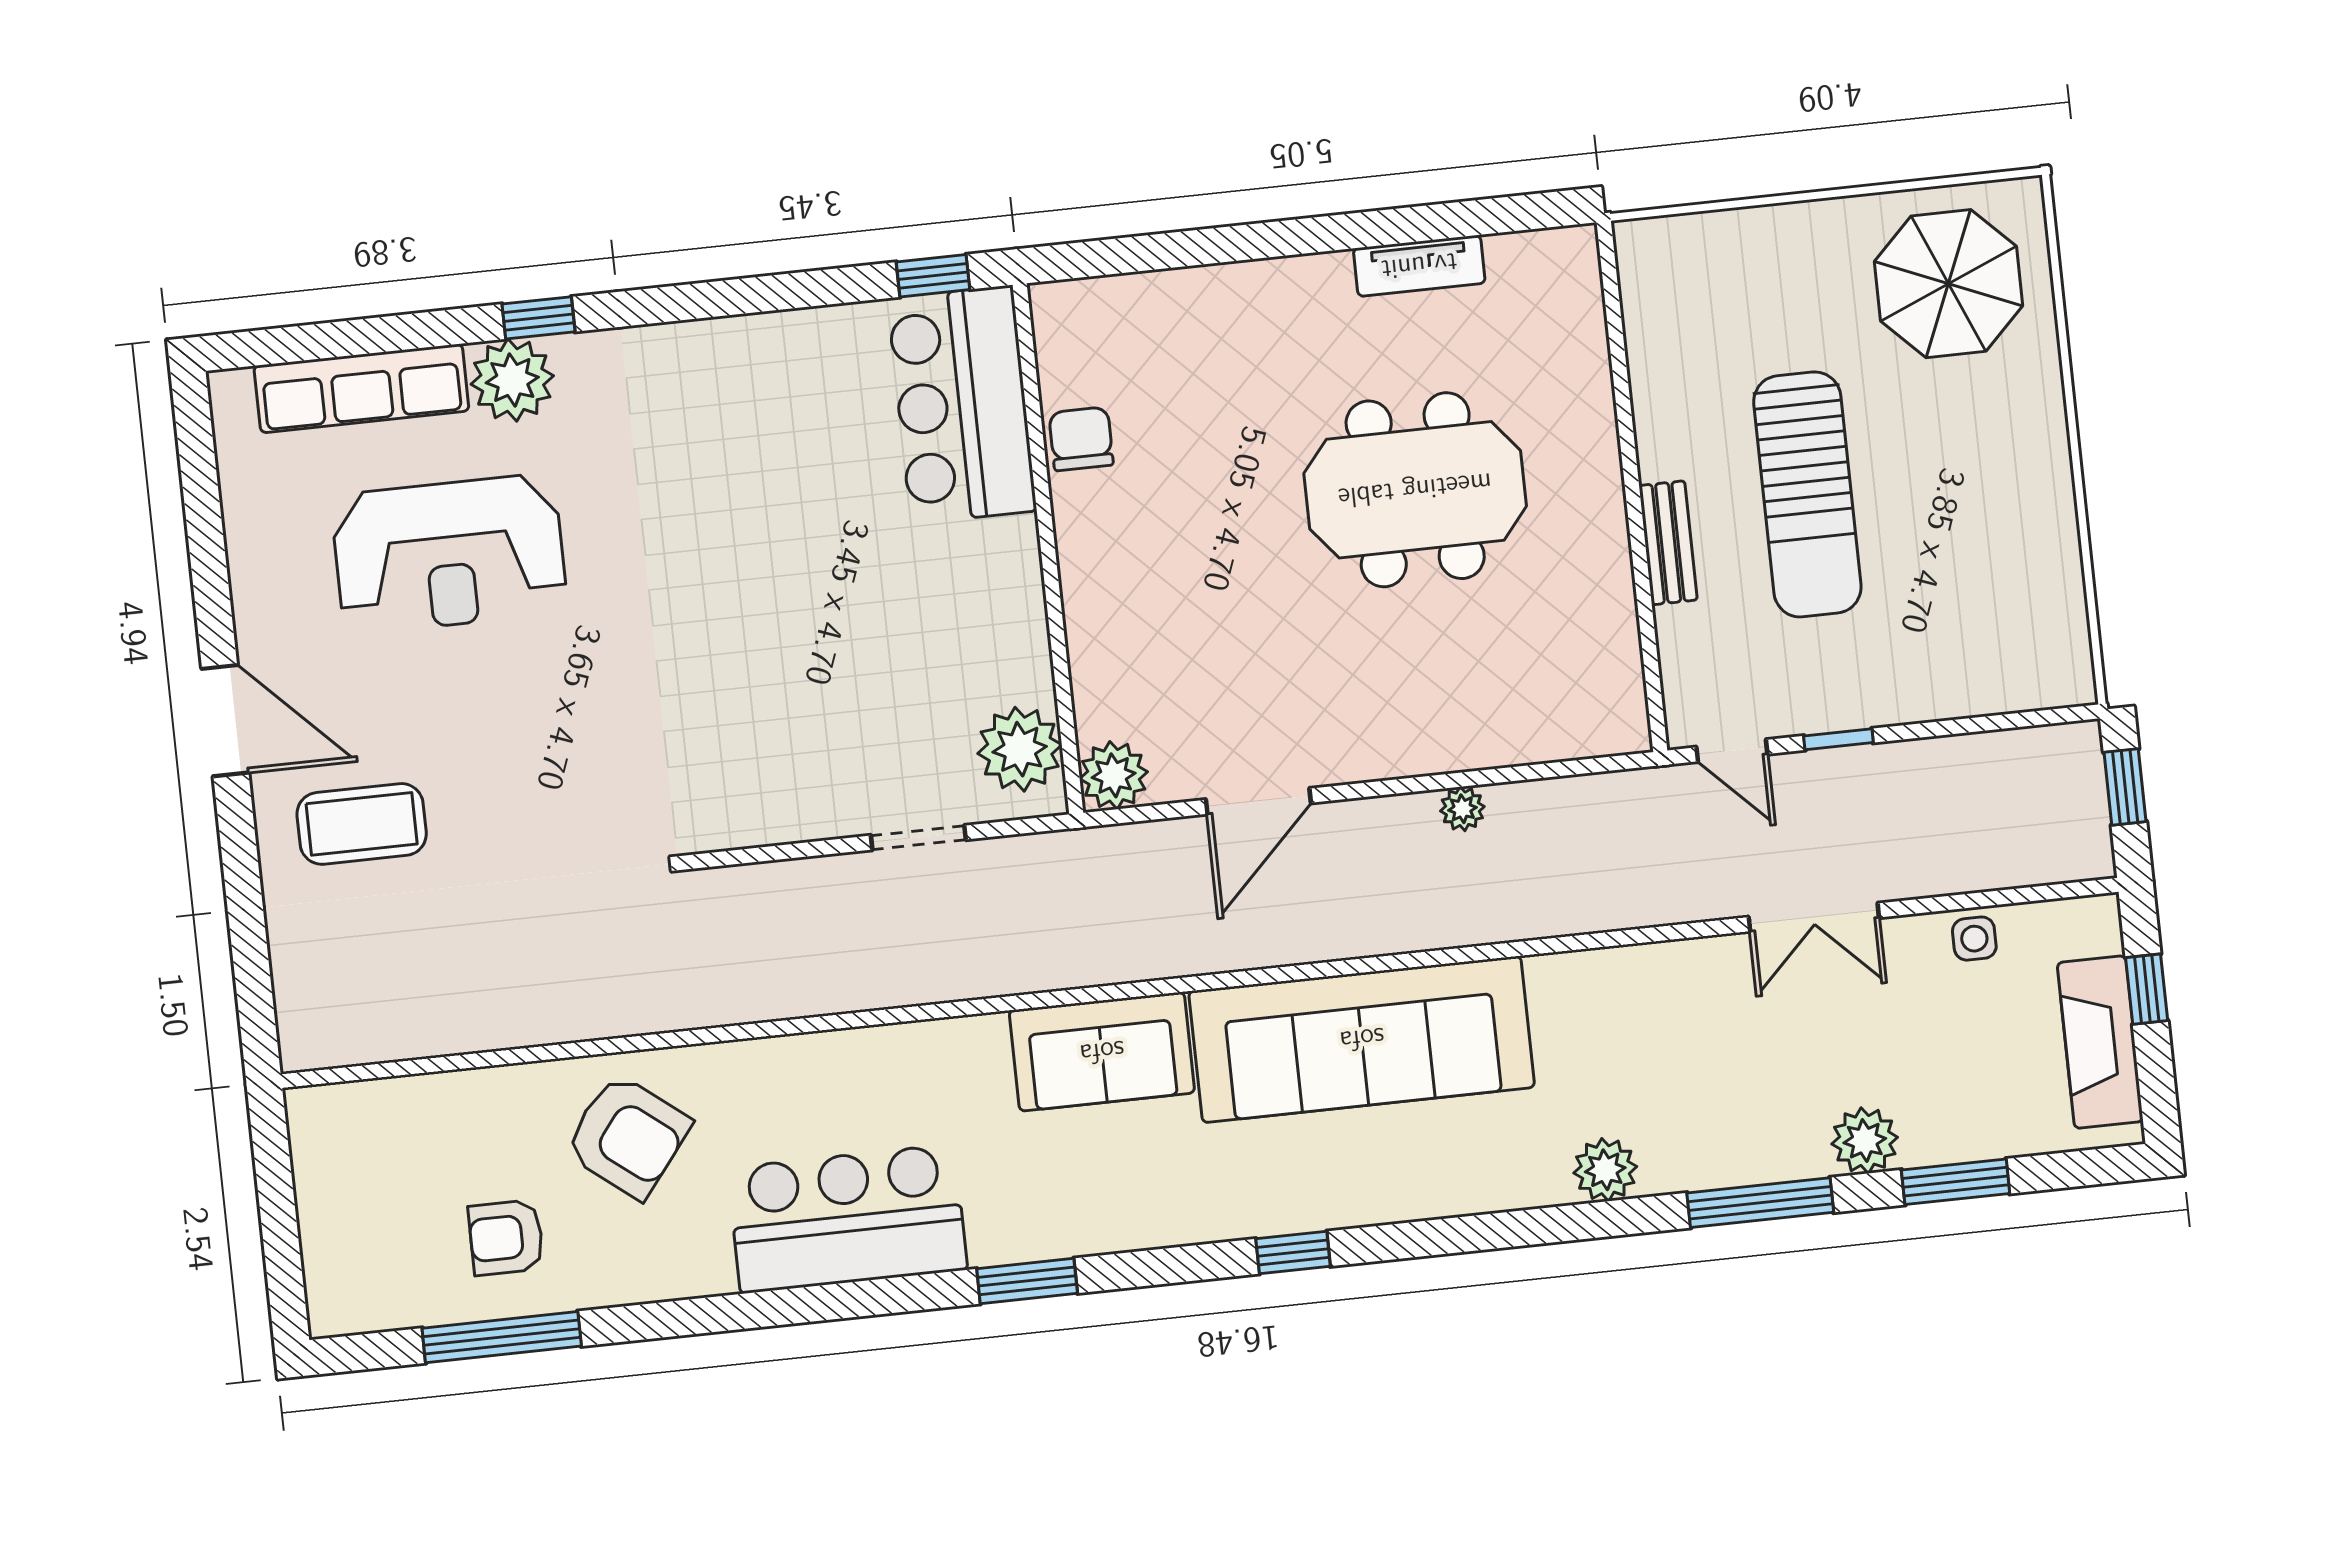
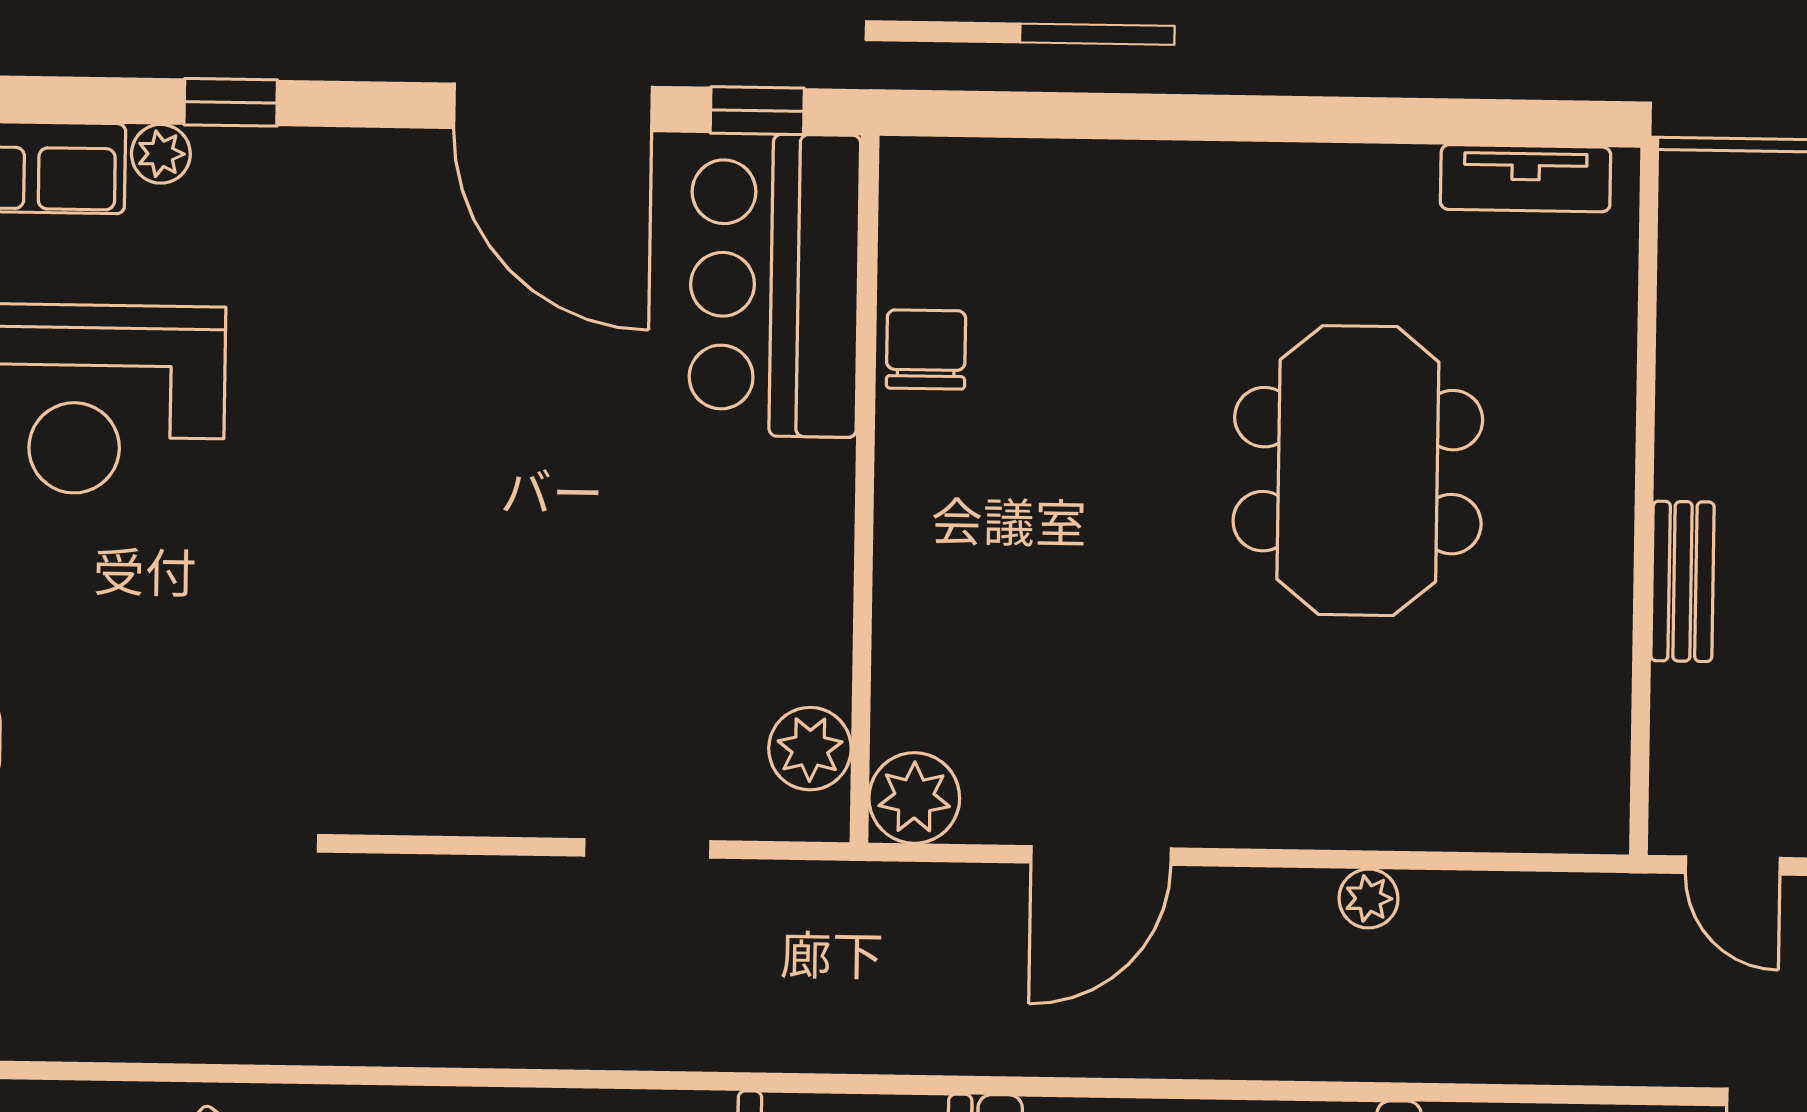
tv unit: (1419, 266) -> (1526, 178), moved
door: (780, 292) -> (553, 107), added
plant: (512, 380) -> (161, 154), width x0.53, depth x0.53
meeting table: (1415, 490) -> (1358, 471), turned 90
plant: (1020, 749) -> (810, 749), width x0.73, depth x0.73

